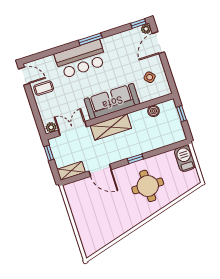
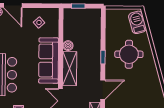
boiler: (153, 111) -> (68, 46), moved
barbecue: (185, 159) -> (137, 22), moved, turned 74

